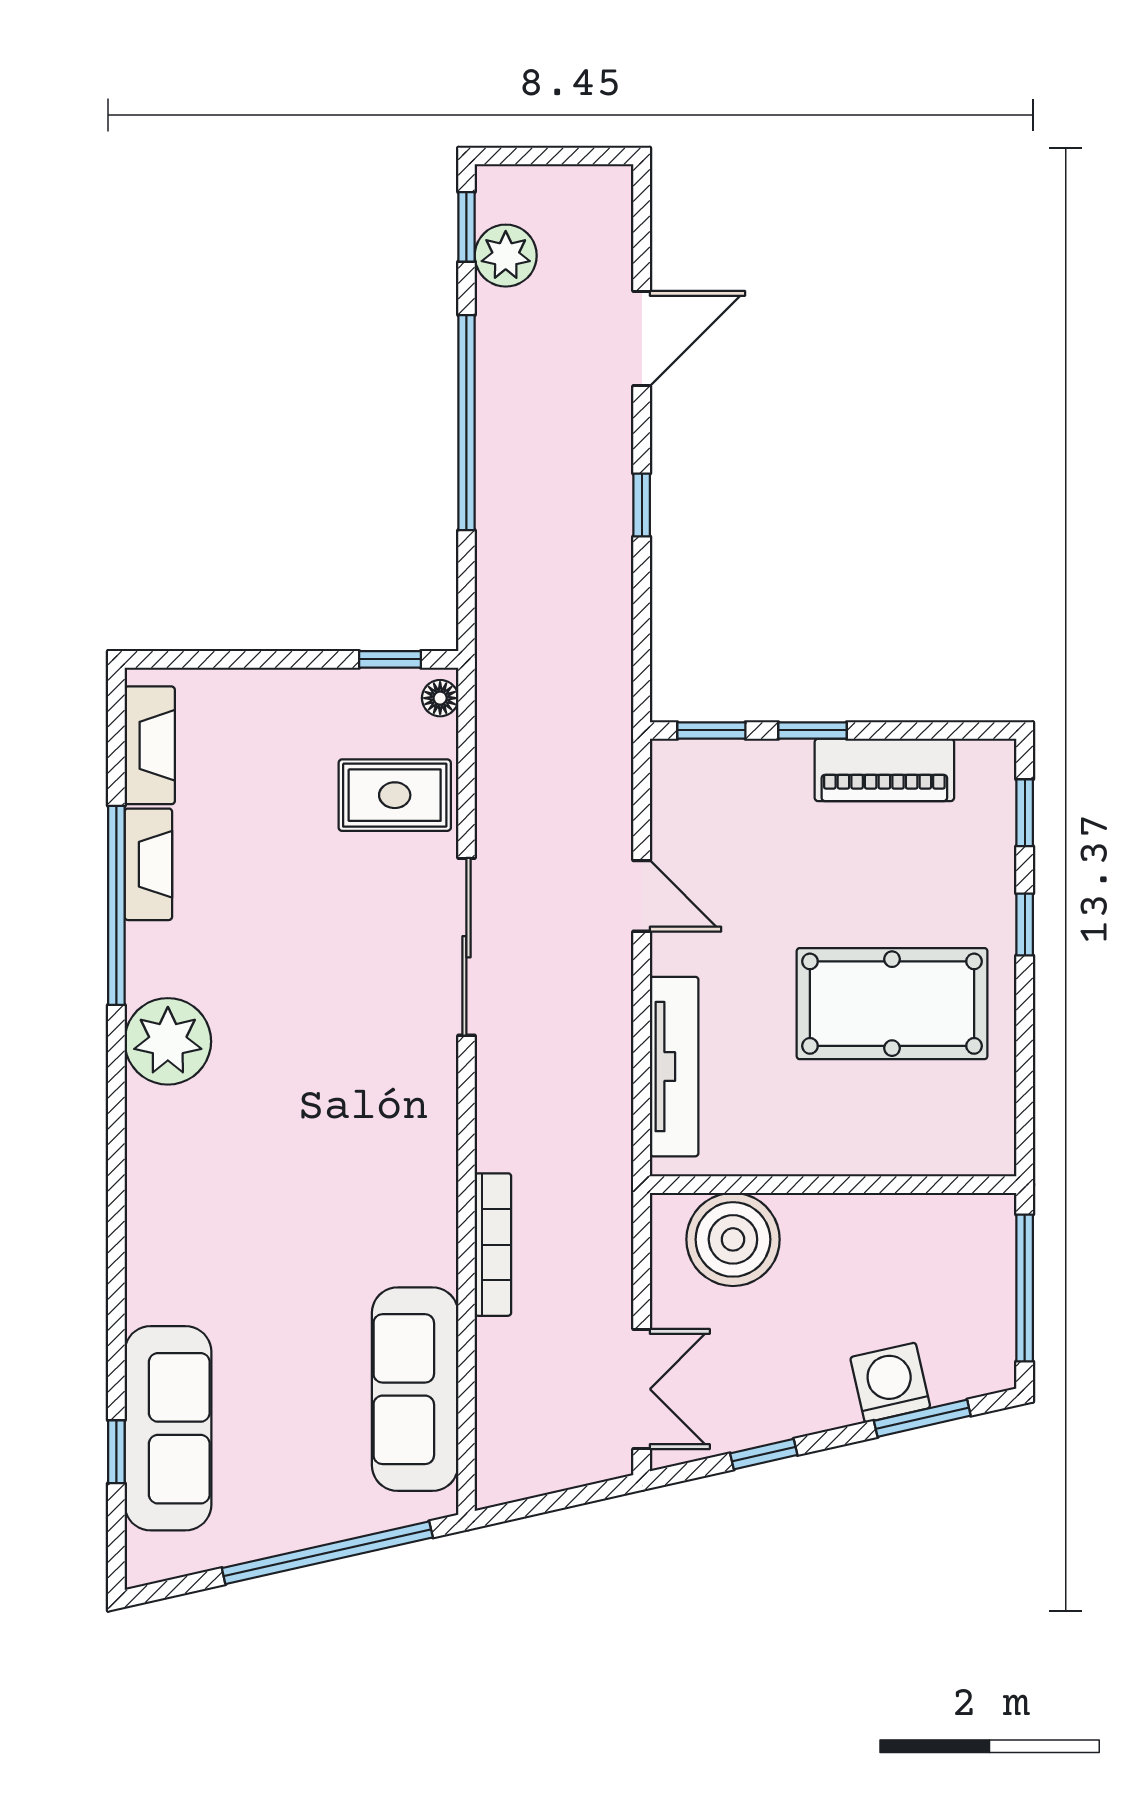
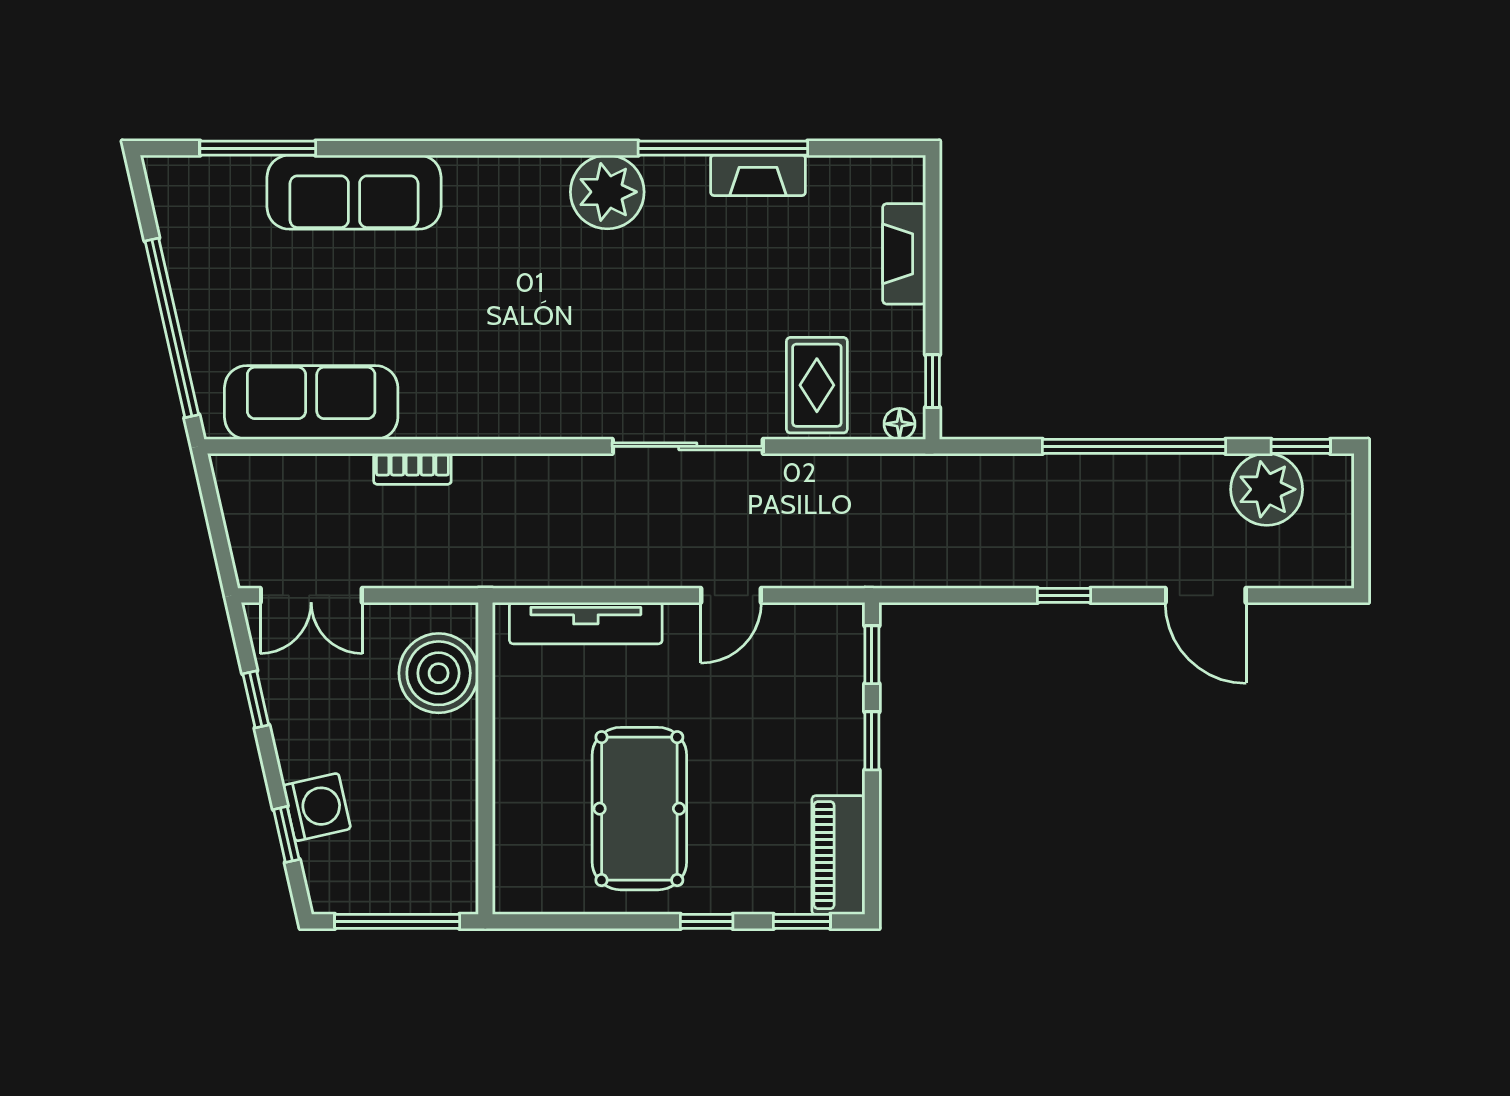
plant: (506, 256) -> (1267, 489), width x1.36, depth x1.36
fireplace: (150, 745) -> (904, 254), moved, turned 90
piano: (884, 770) -> (838, 855), moved
bookcase: (493, 1245) -> (412, 469), width x0.64
window: (922, 1418) -> (286, 834), width x0.67
sofa: (168, 1428) -> (354, 192), moved
window: (116, 1452) -> (258, 148), width x2.17

